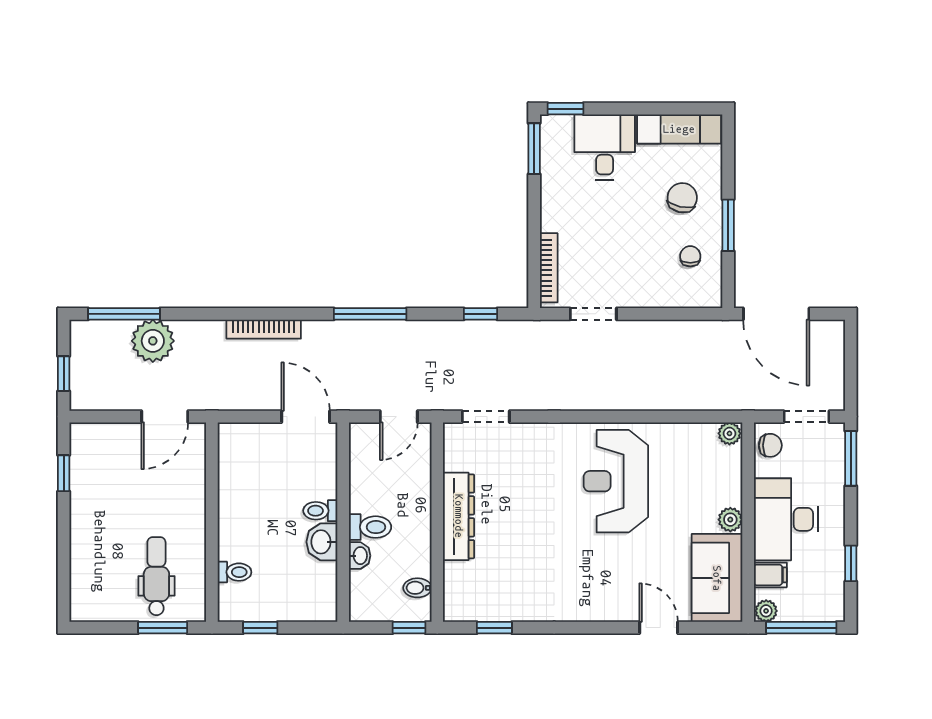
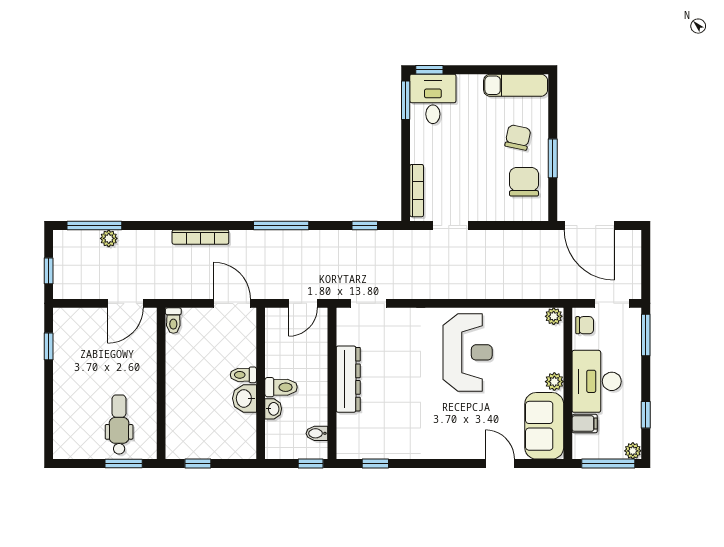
desk: (605, 147) -> (433, 99), moved
chair: (690, 256) -> (524, 182), width x1.87, depth x1.87
plant: (153, 341) -> (109, 238), width x0.53, depth x0.53
reception desk: (616, 481) -> (468, 352), turned 180
toilet: (235, 572) -> (173, 321), moved, turned 90
plant: (766, 611) -> (633, 451), moved

